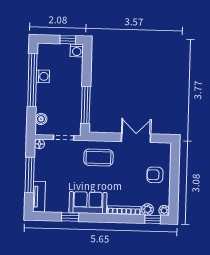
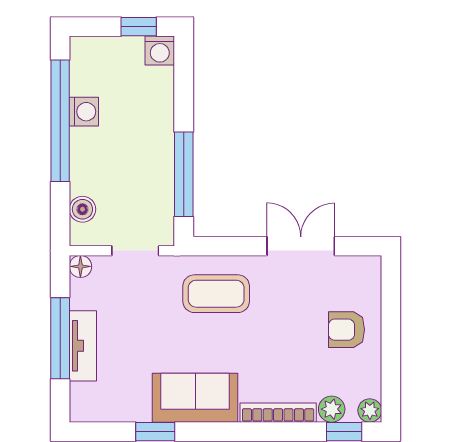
tv unit: (39, 197) -> (83, 346), moved

